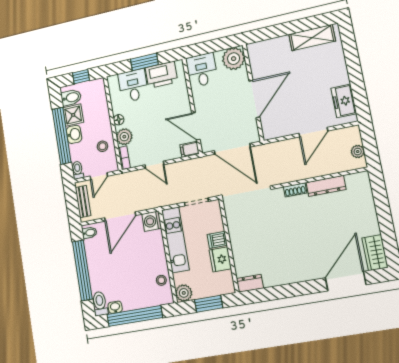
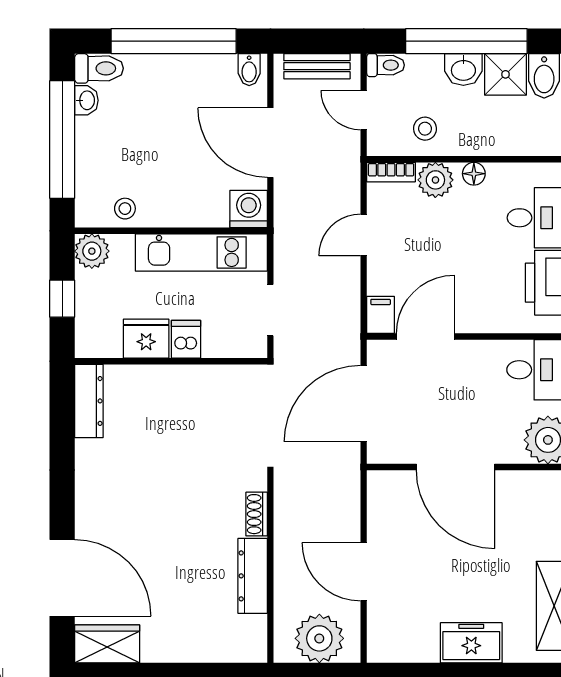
freezer: (344, 101) -> (471, 643), moved
plant: (358, 152) -> (319, 638), width x1.87, depth x1.87
dresser: (250, 283) -> (89, 401), width x1.44
window: (209, 304) -> (62, 299), width x0.67

